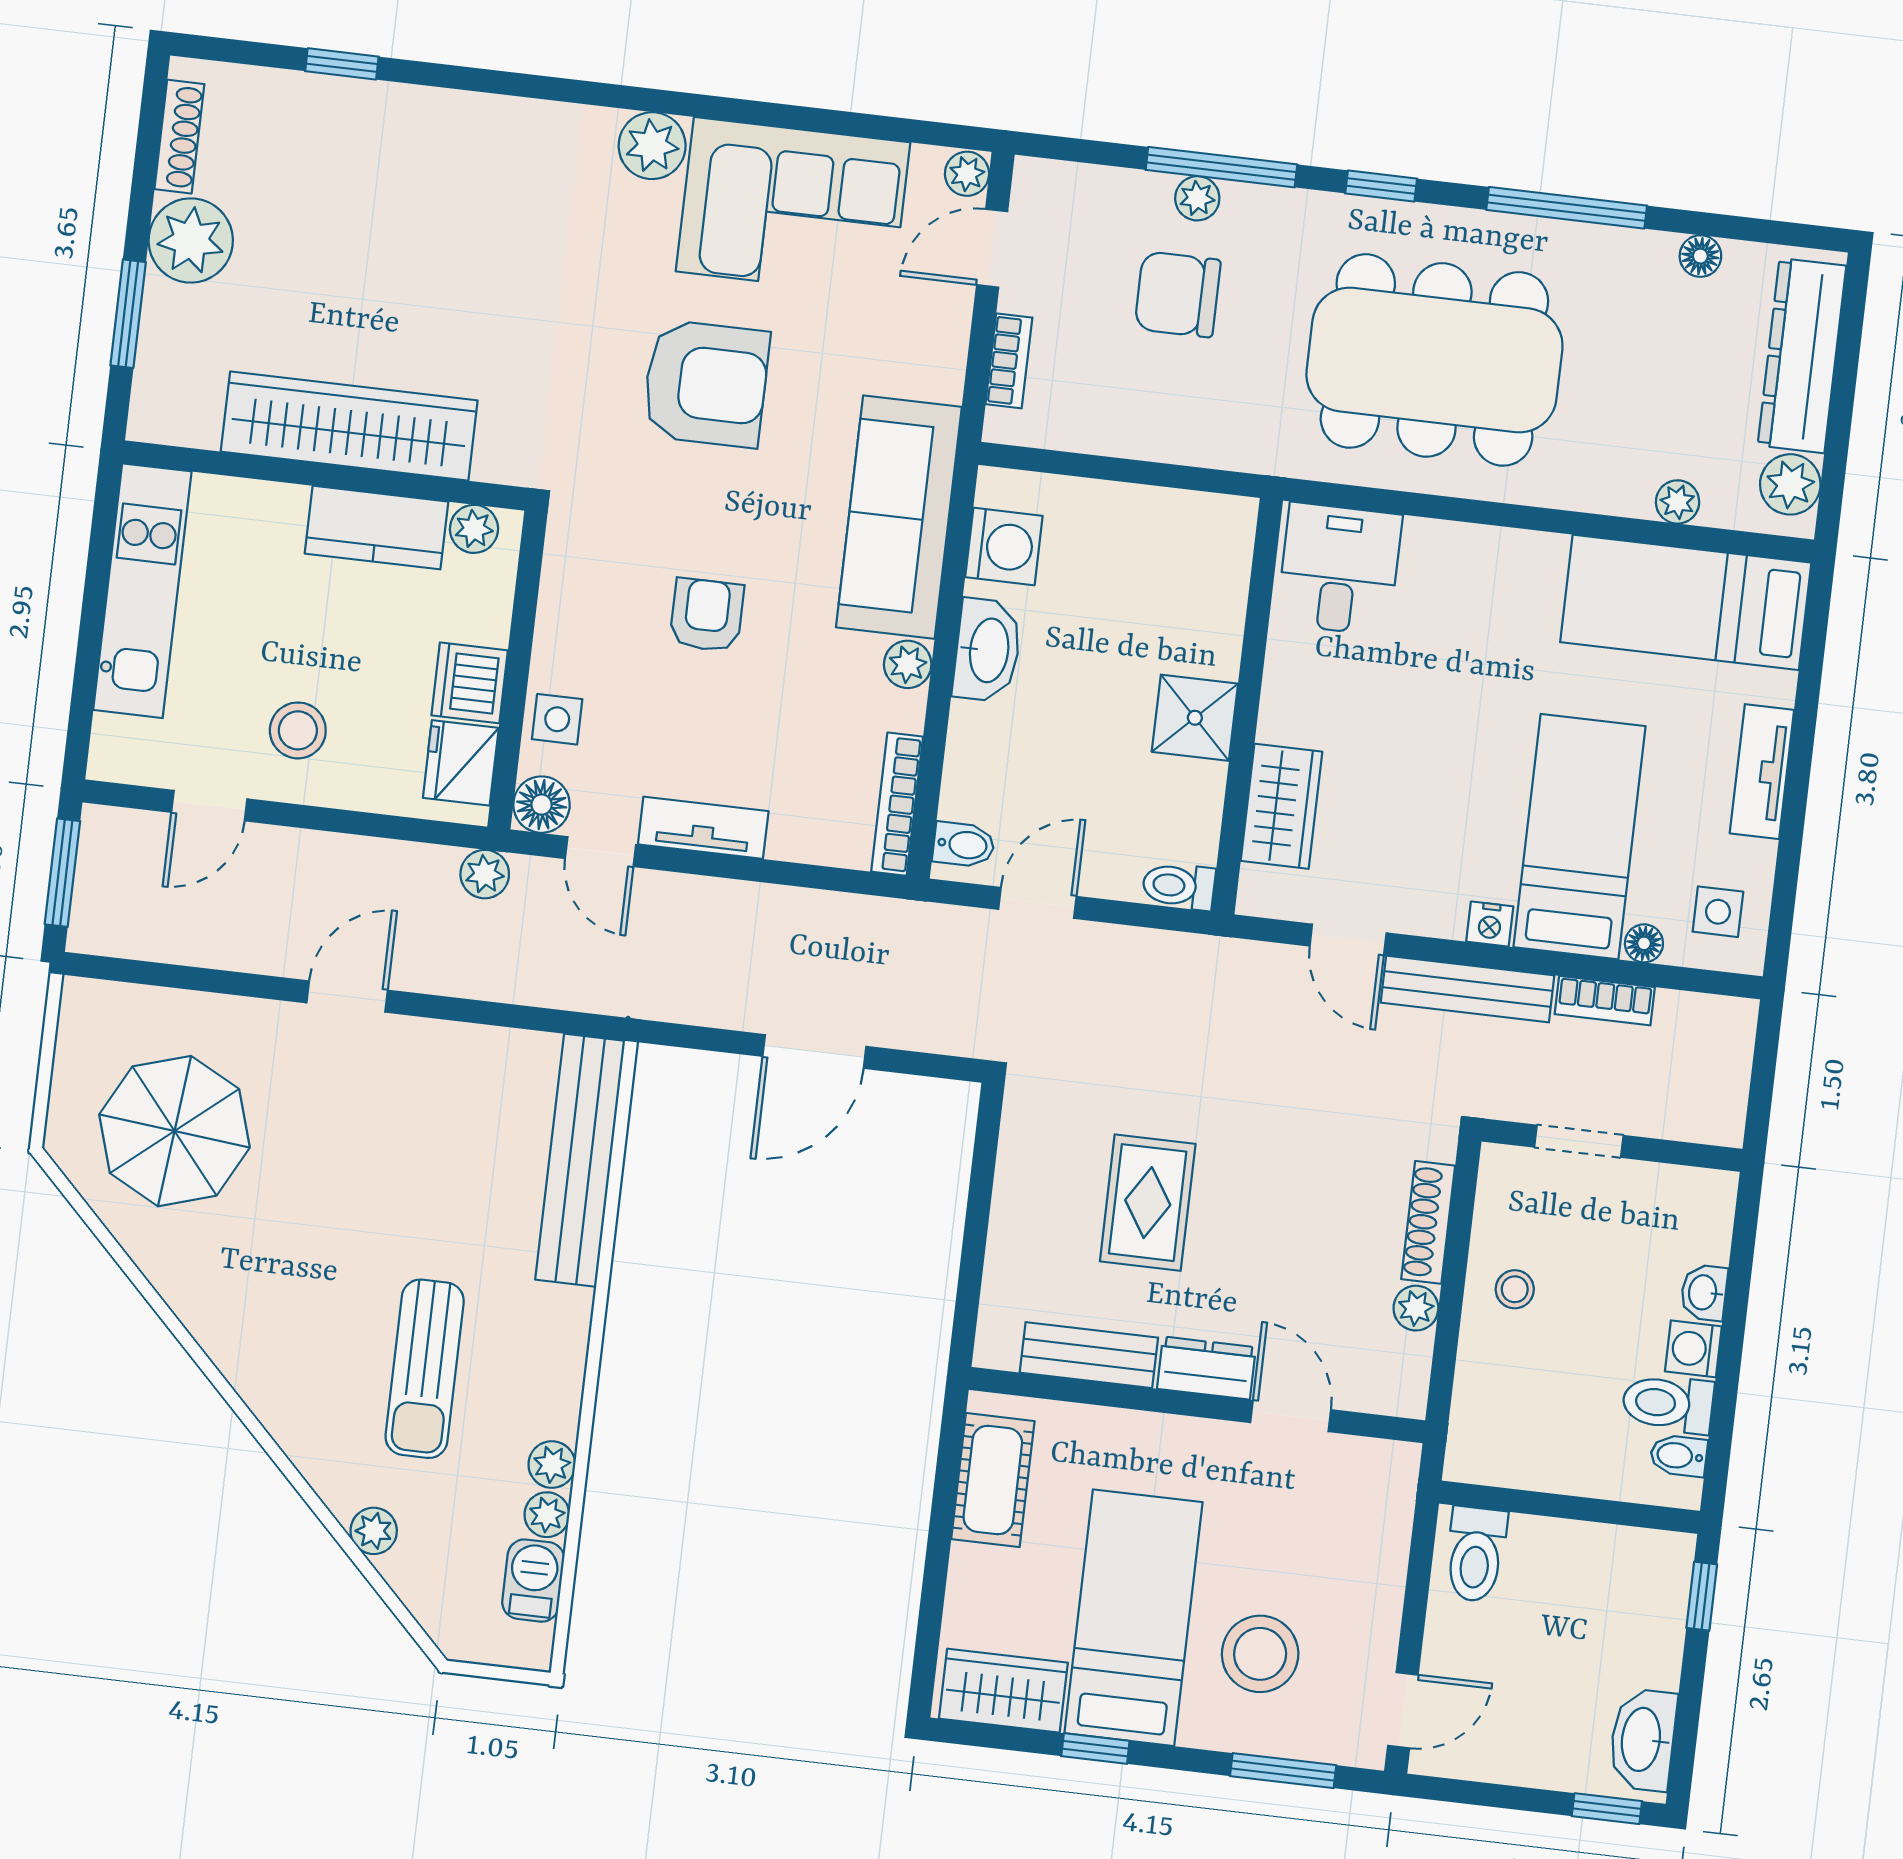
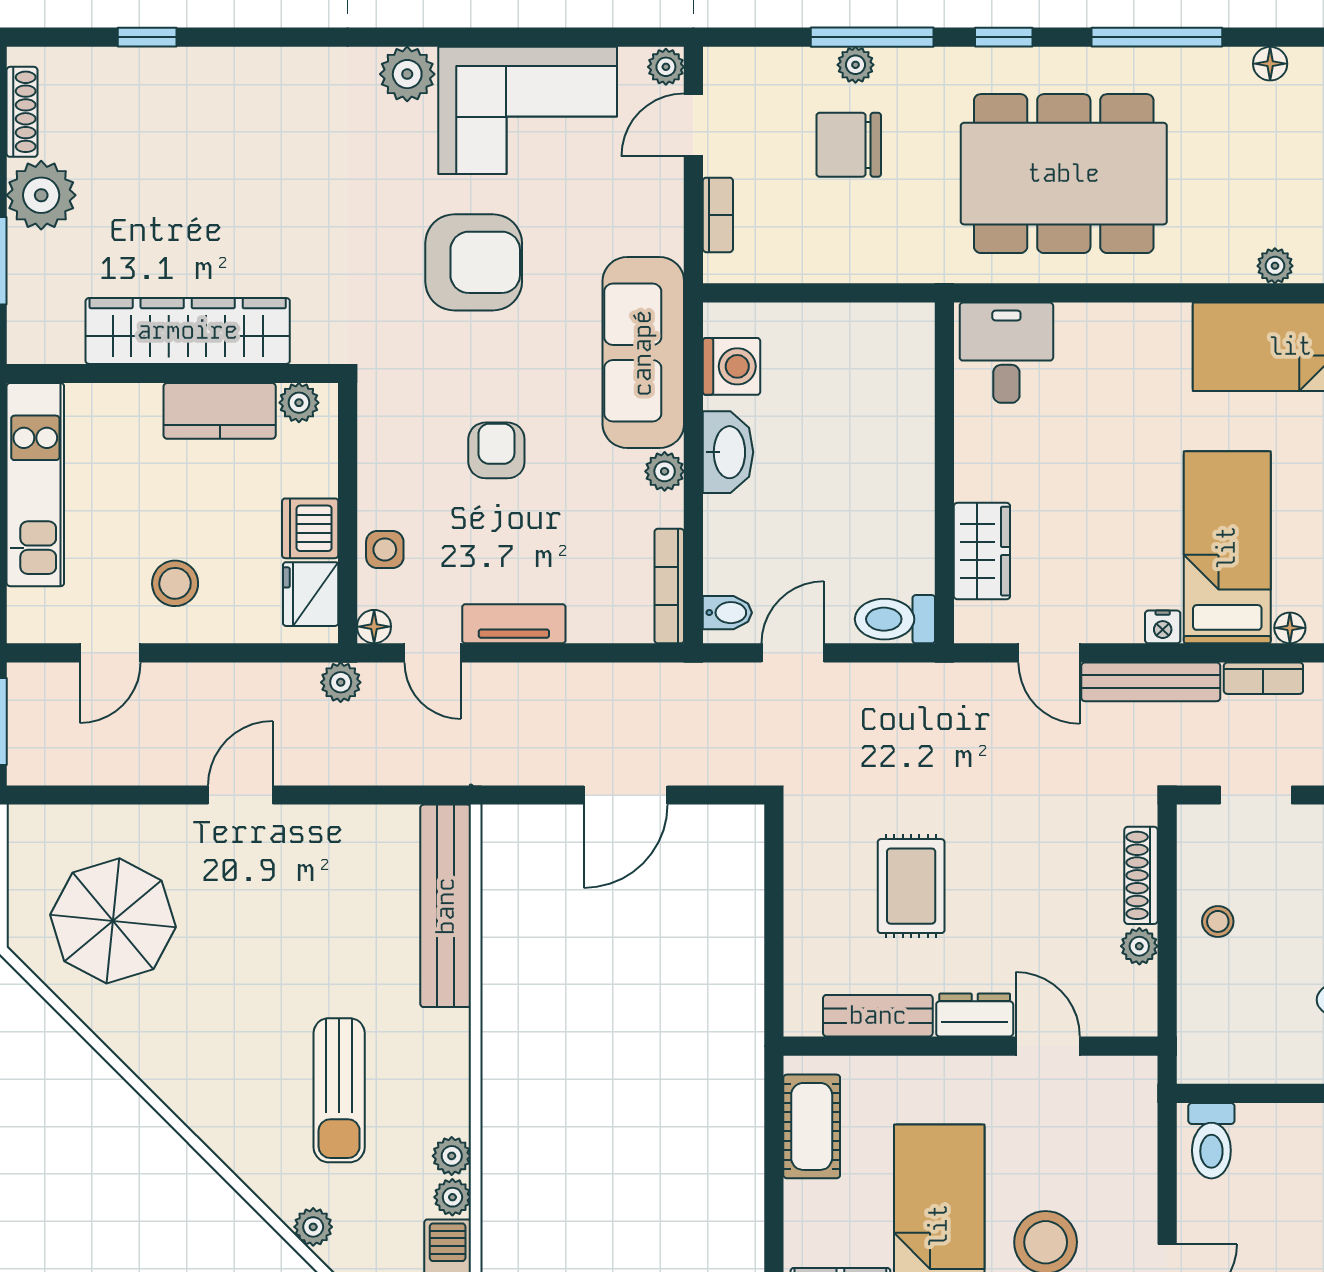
shower: (1195, 718) -> (903, 487), removed
floor lamp: (542, 805) -> (374, 627), width x0.73, depth x0.73
toilet: (1179, 886) -> (895, 619), width x1.37, depth x1.39

